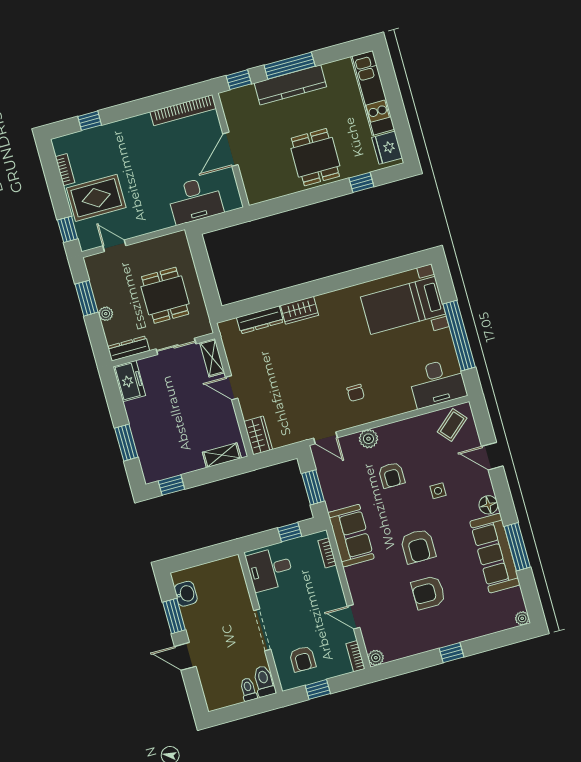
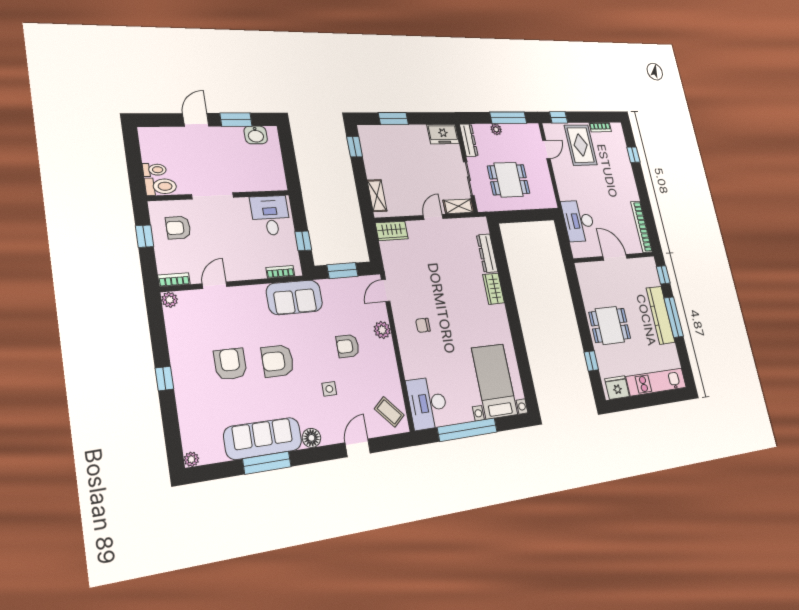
window: (87, 298) -> (508, 118), width x1.44

